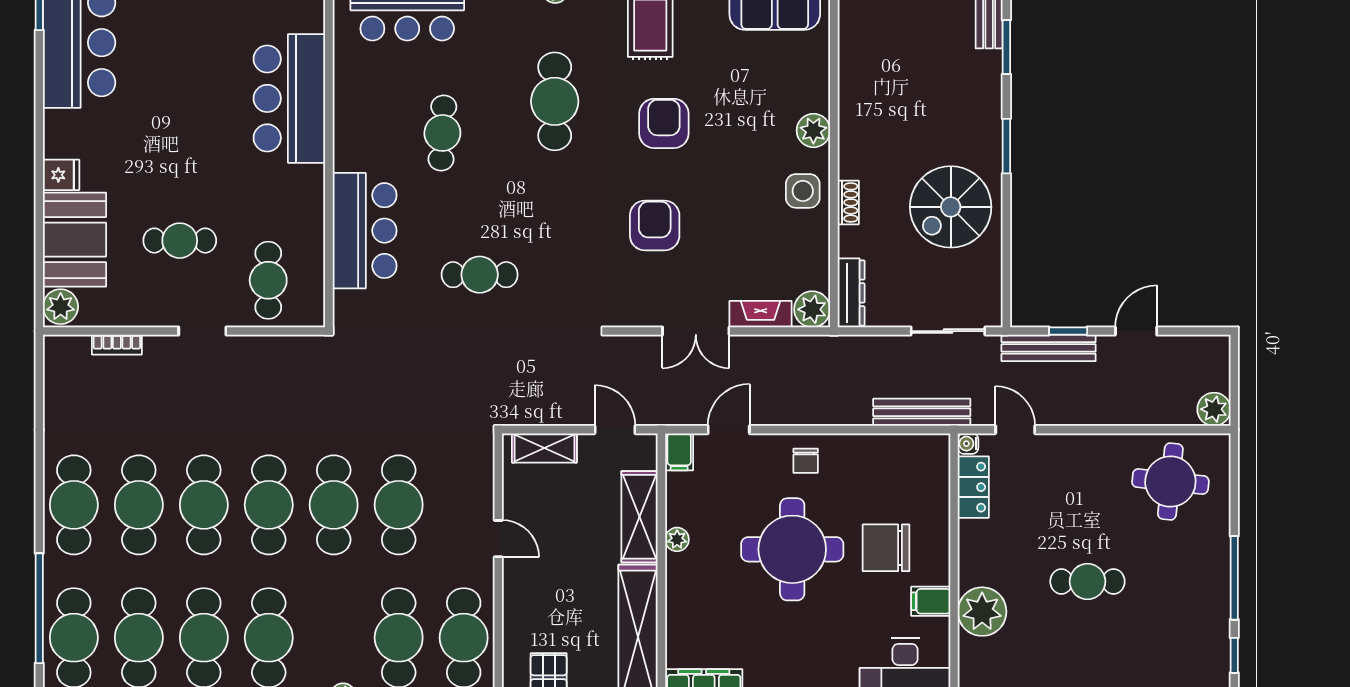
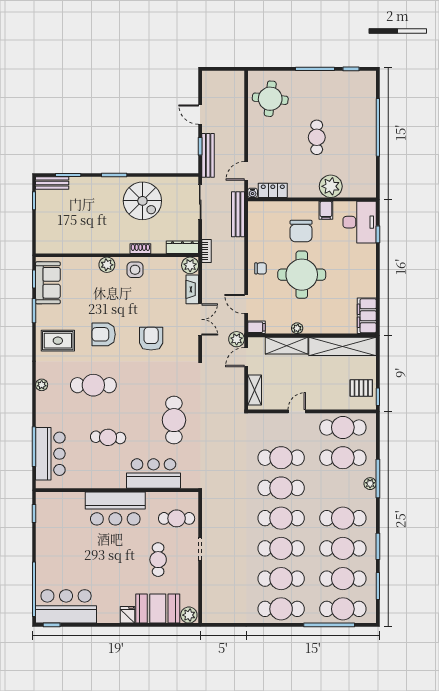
bar counter: (289, 98) -> (115, 509), moved
armchair: (655, 225) -> (151, 339), turned 90
cafe table: (480, 275) -> (174, 420), width x1.37, depth x1.35
bookcase: (117, 345) -> (207, 251), moved
plant: (1214, 409) -> (237, 339), moved

